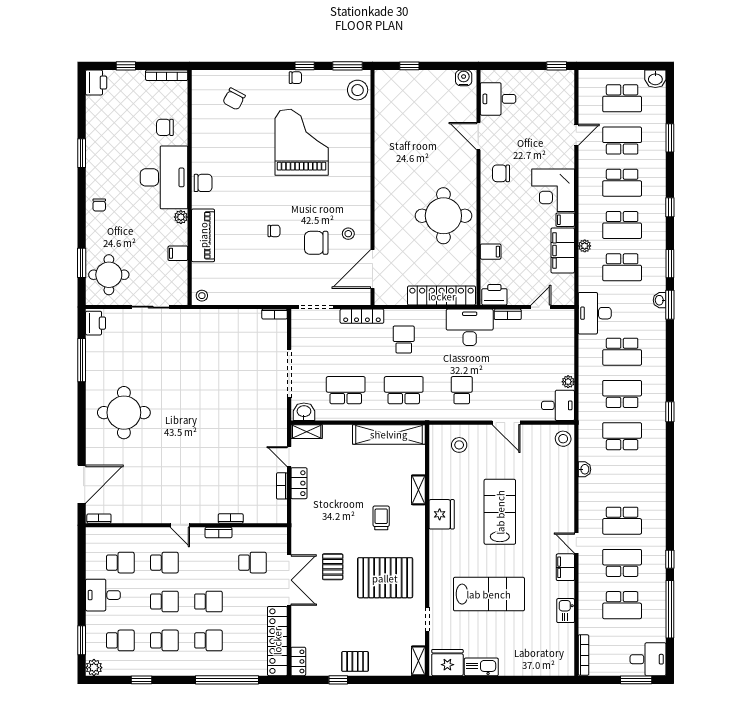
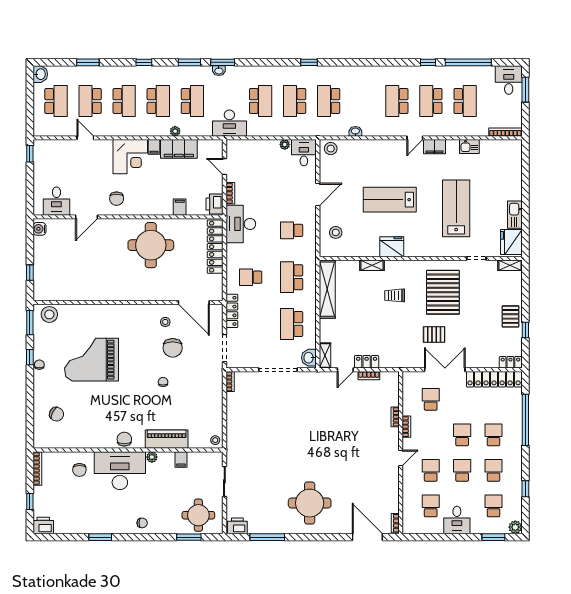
school desk: (622, 521) -> (397, 101), turned 180

